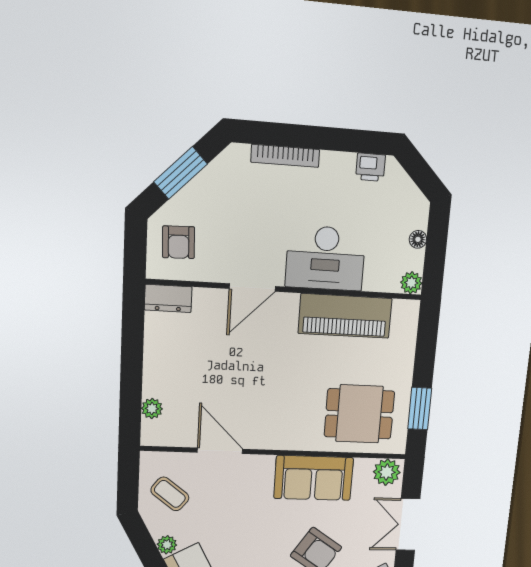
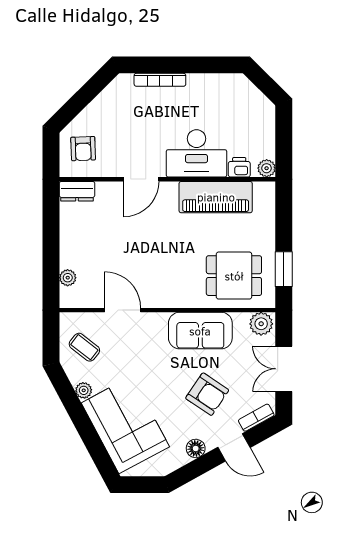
printer: (371, 167) -> (239, 167), moved, turned 180
window: (181, 173) -> (83, 98), removed
floor lamp: (418, 239) -> (269, 134), removed

